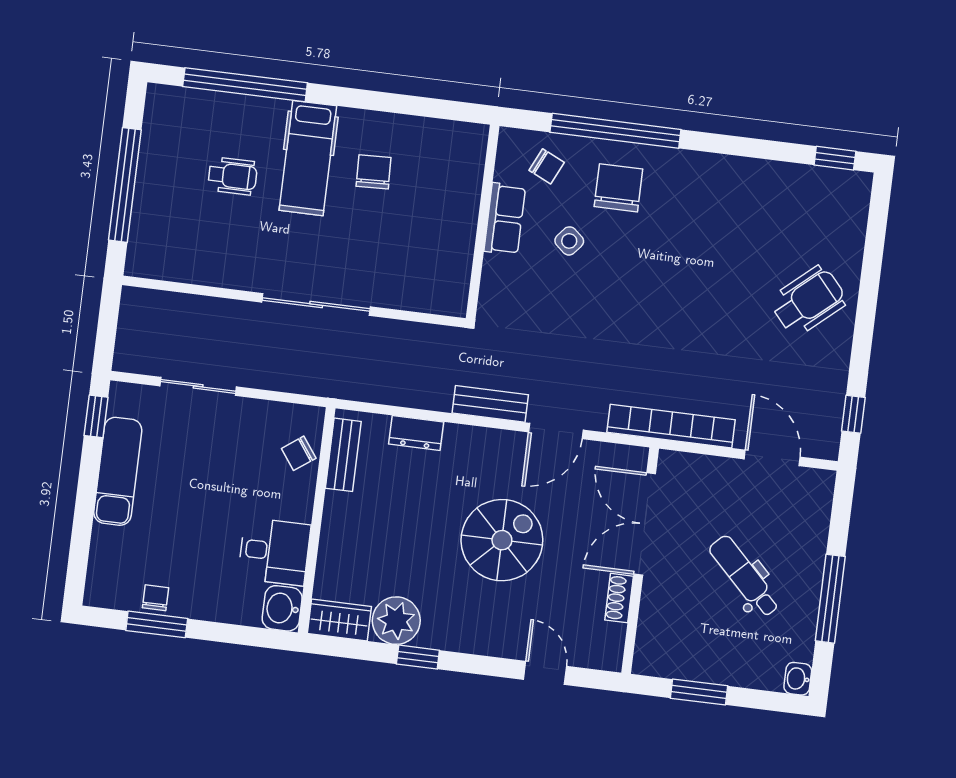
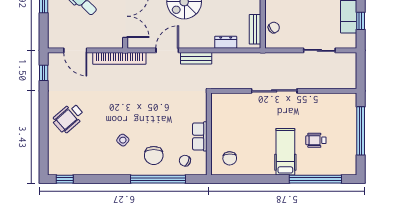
chair: (374, 172) -> (230, 158), moved
side table: (569, 241) -> (123, 140), moved
window: (96, 416) -> (361, 21), moved

